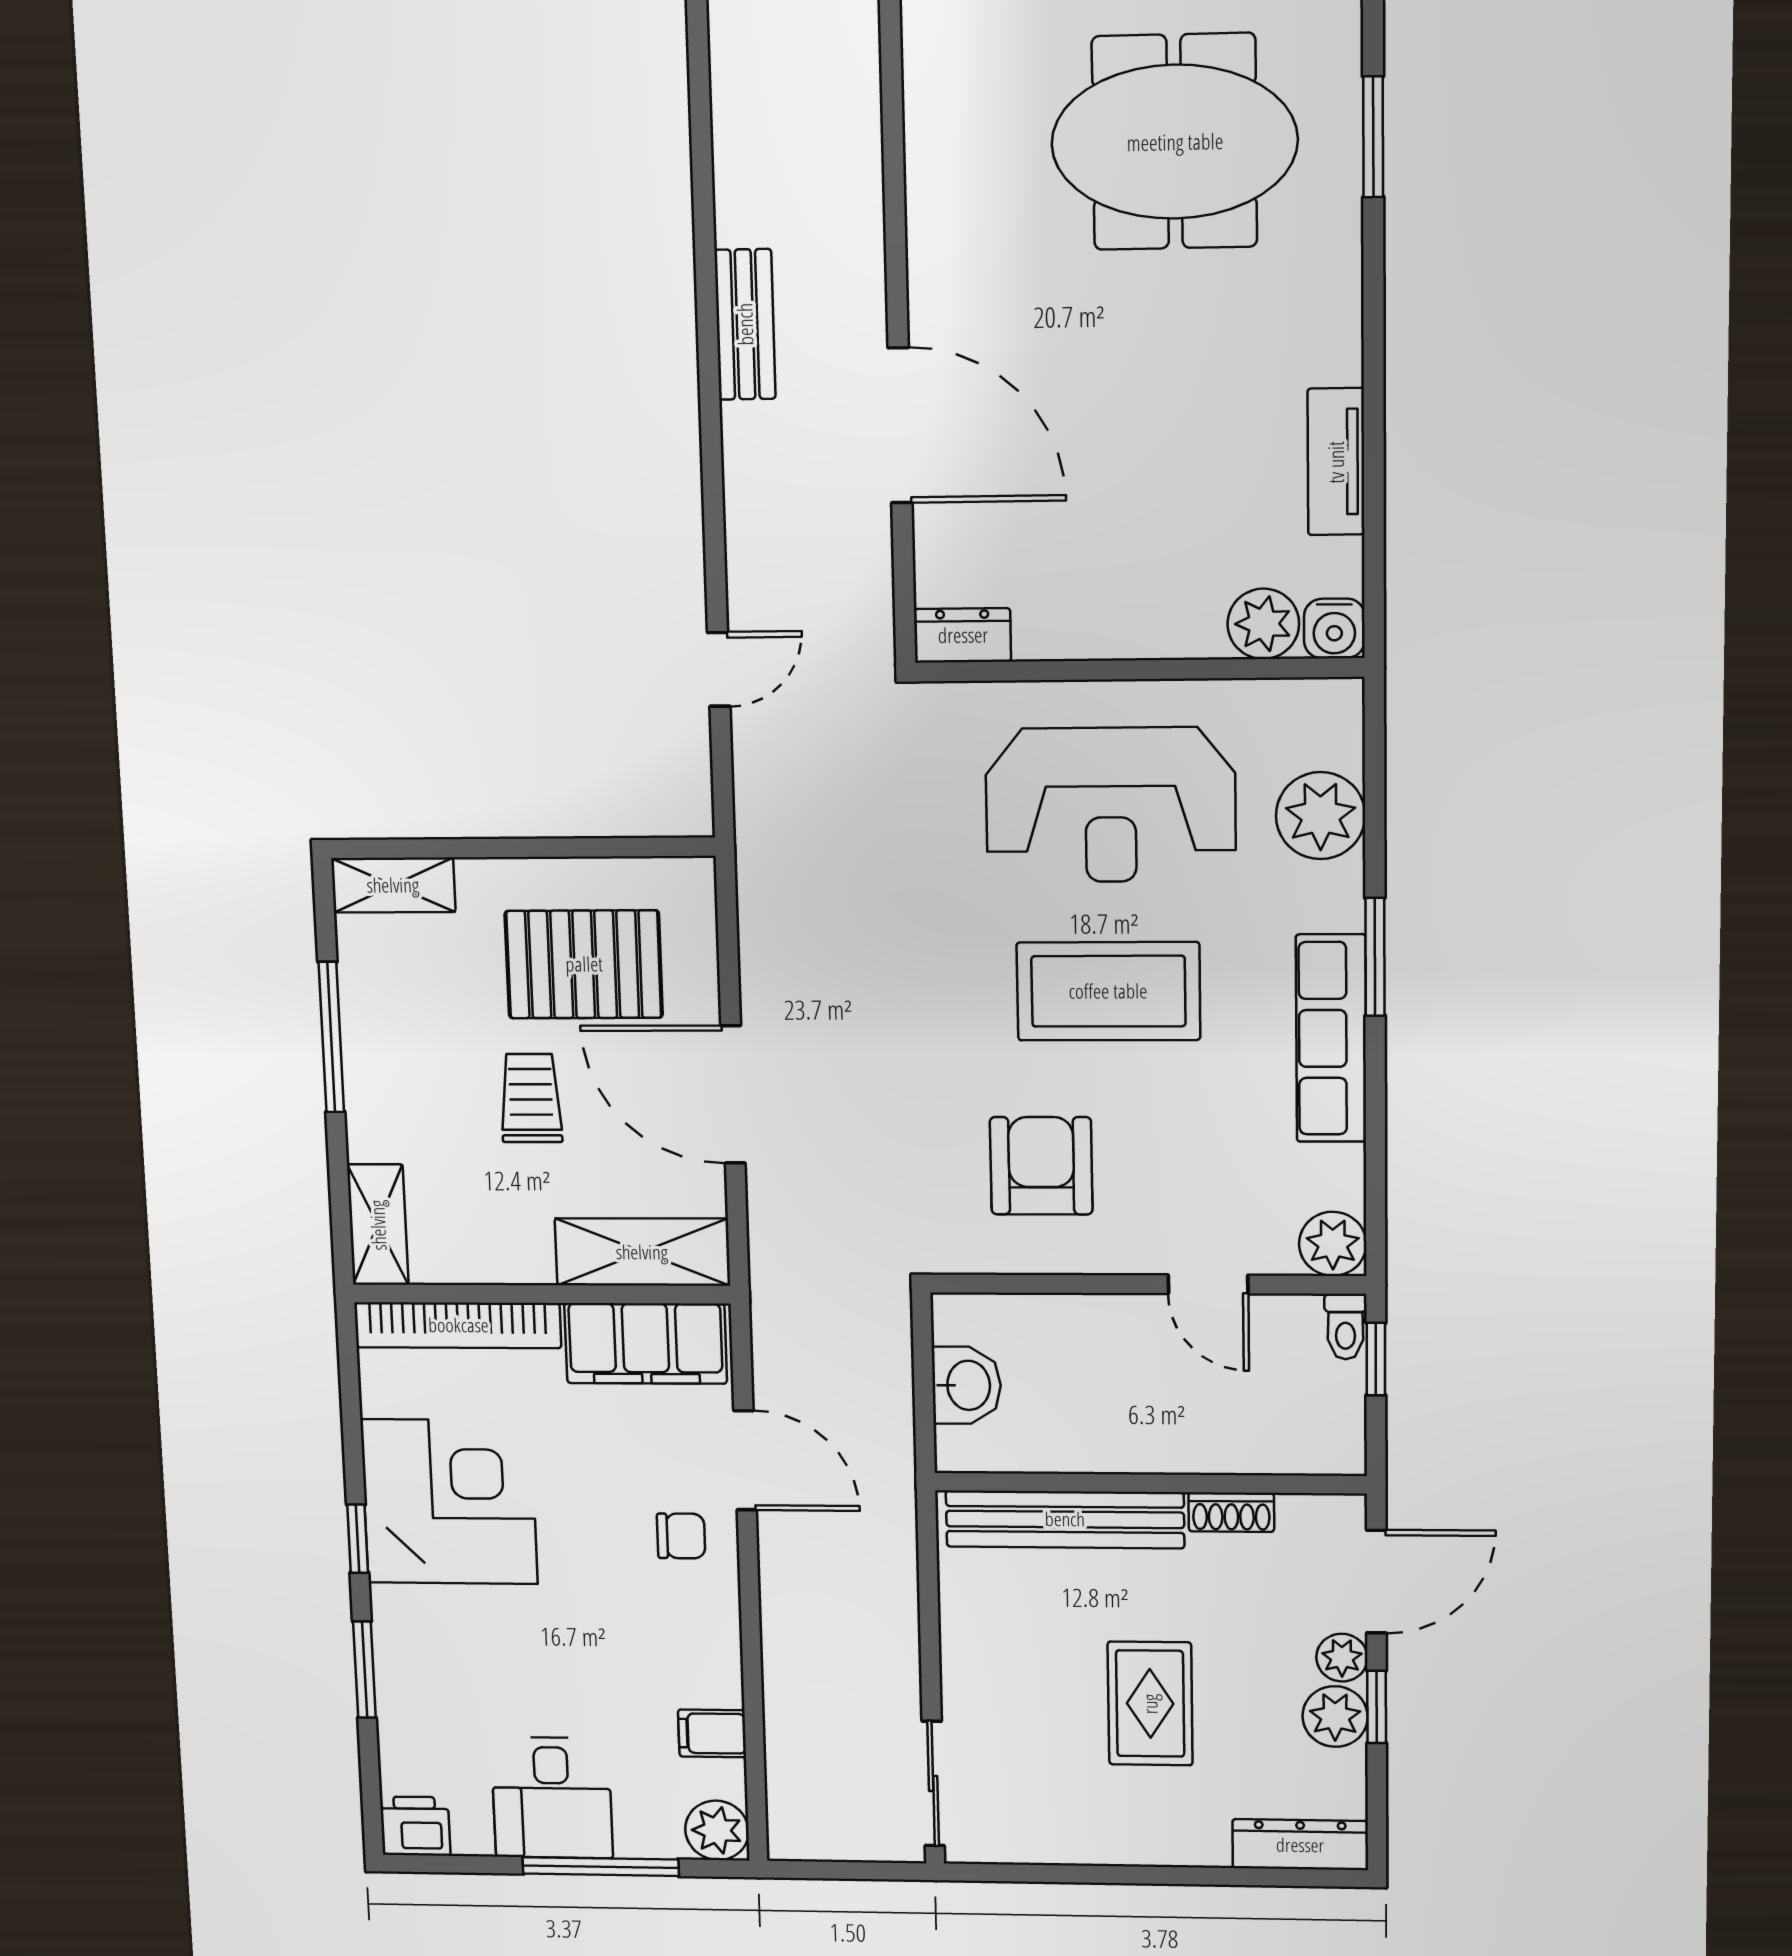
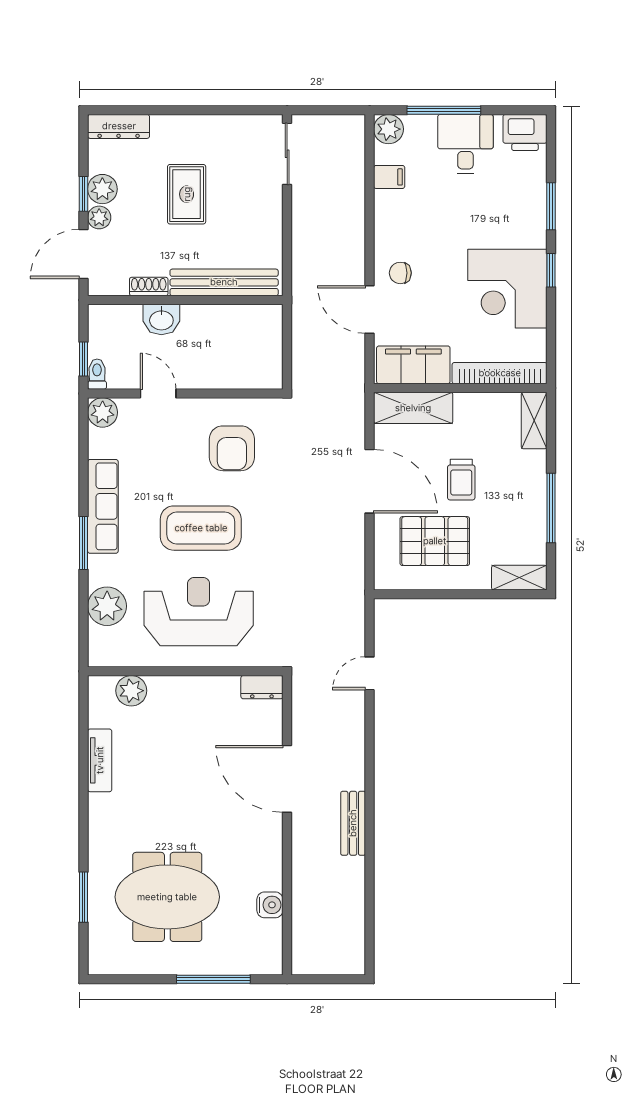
water cooler: (1334, 628) -> (270, 905), moved, turned 90
washbasin: (967, 1385) -> (161, 320), moved, turned -90
printer: (415, 1826) -> (525, 132), width x1.36, depth x1.24

